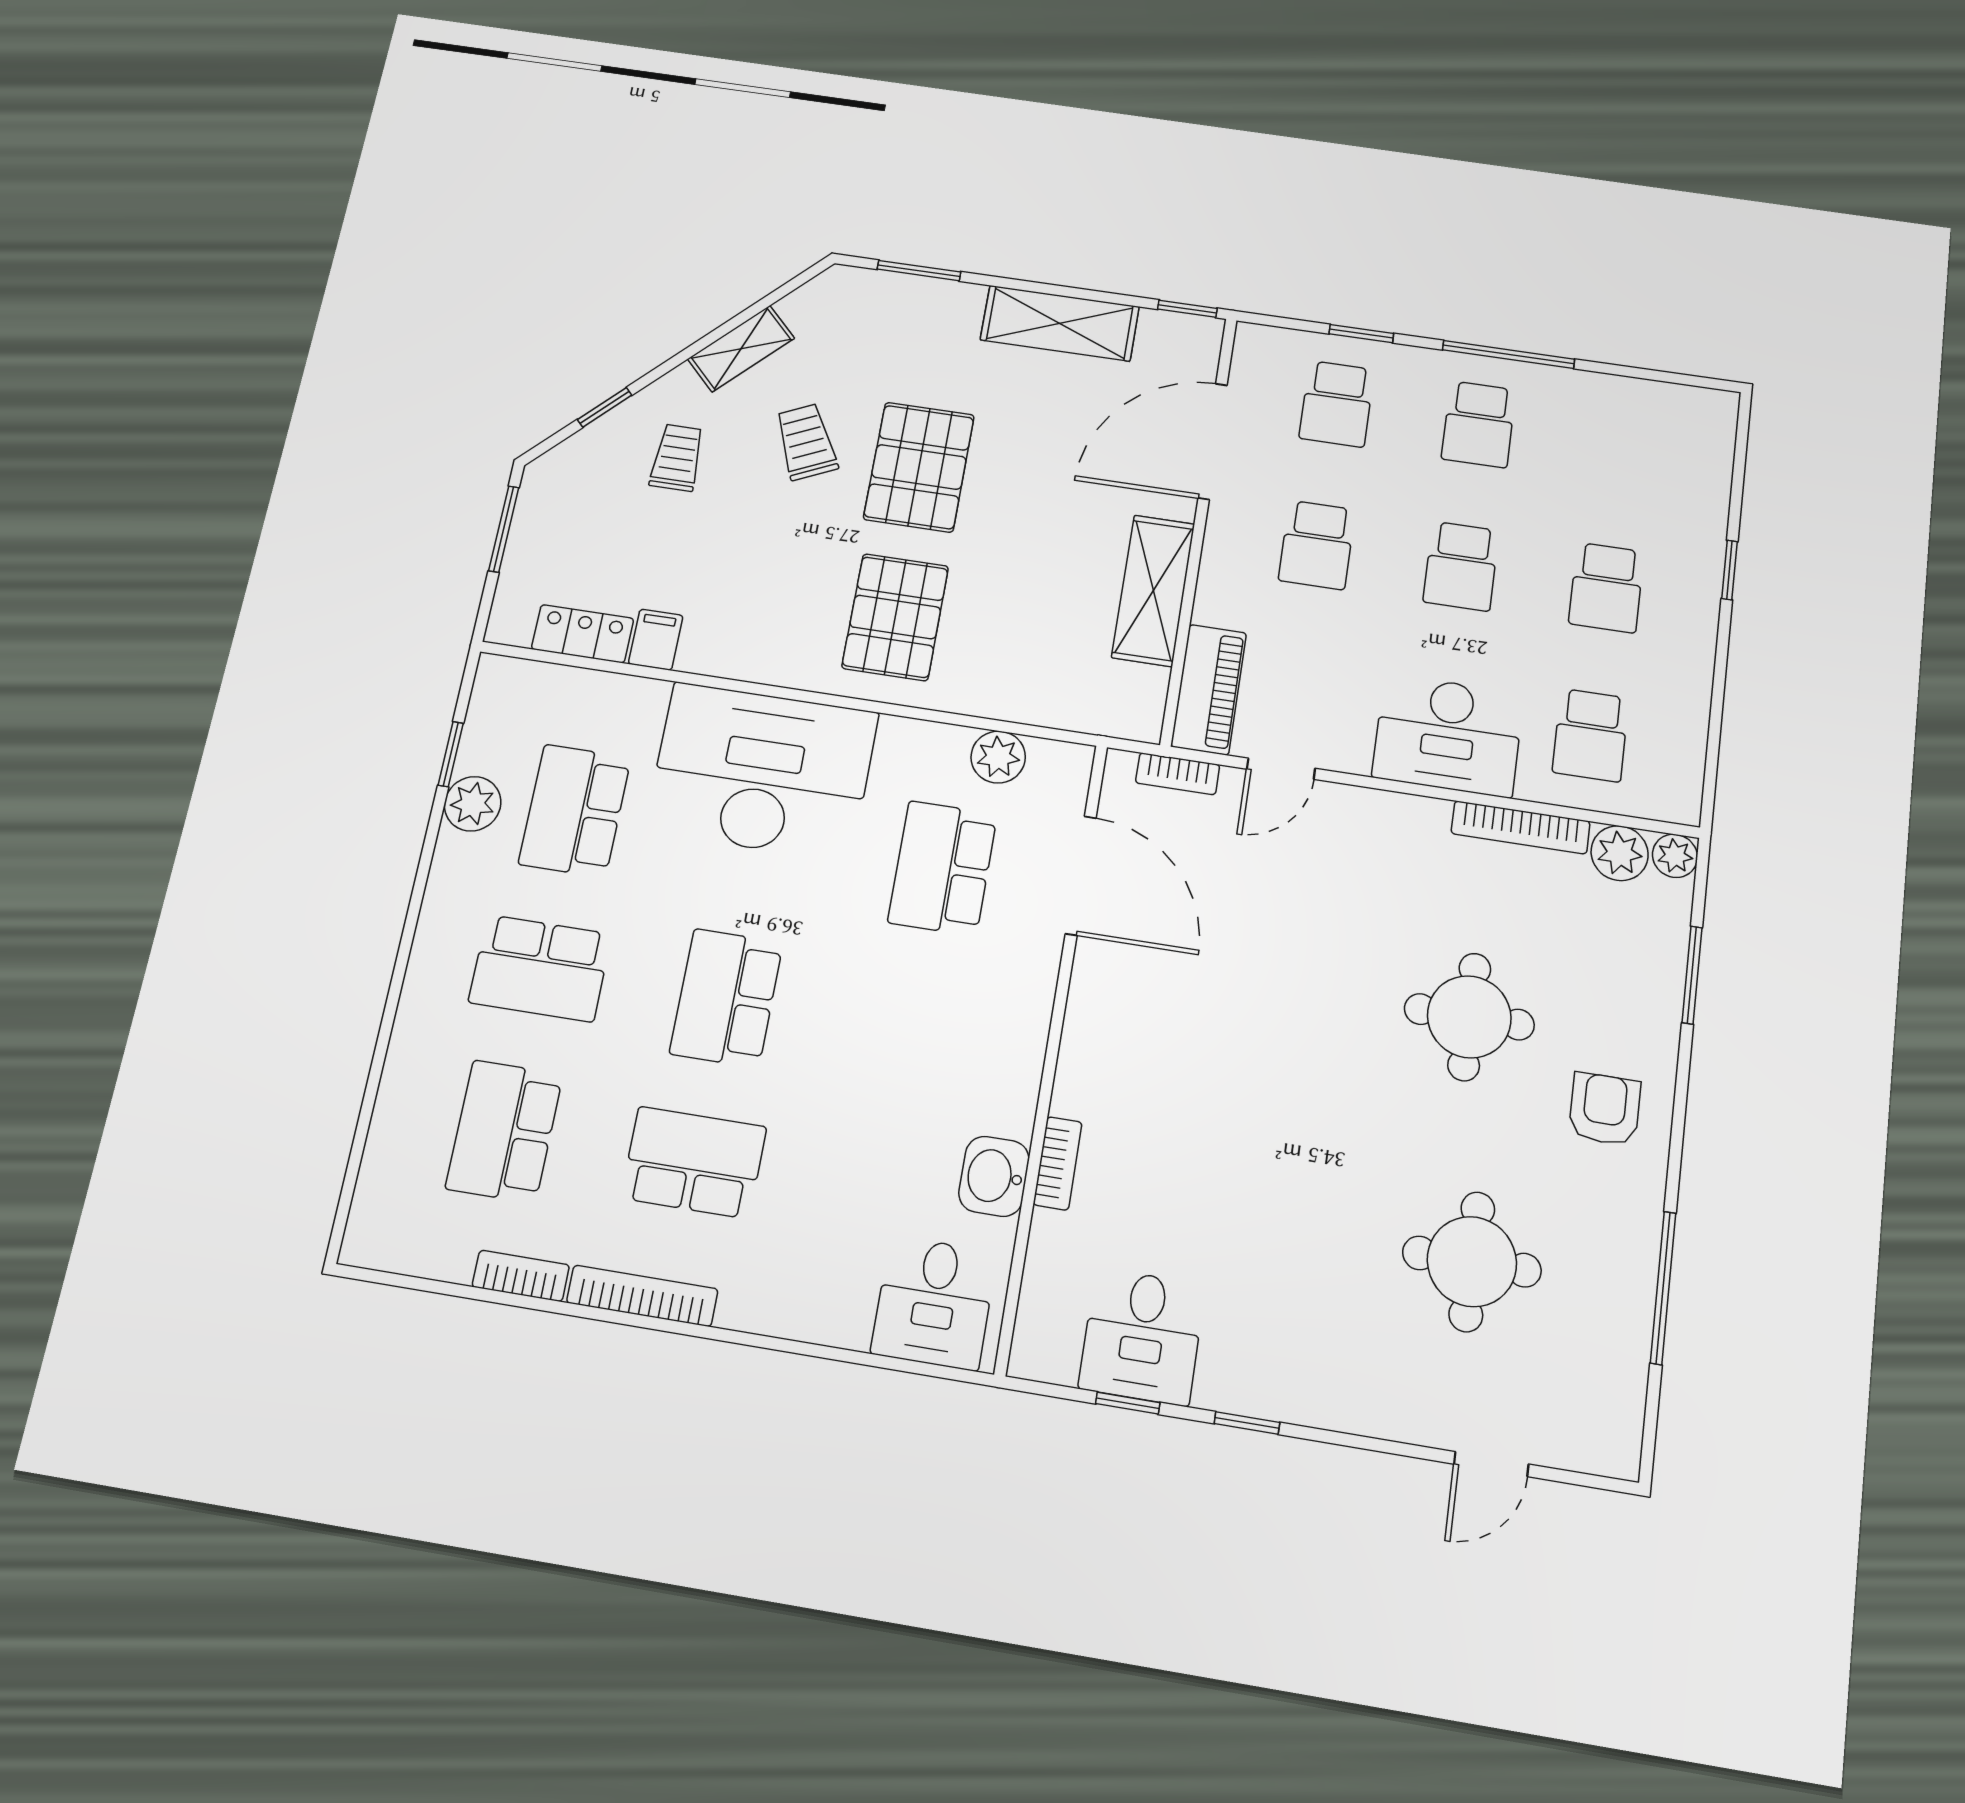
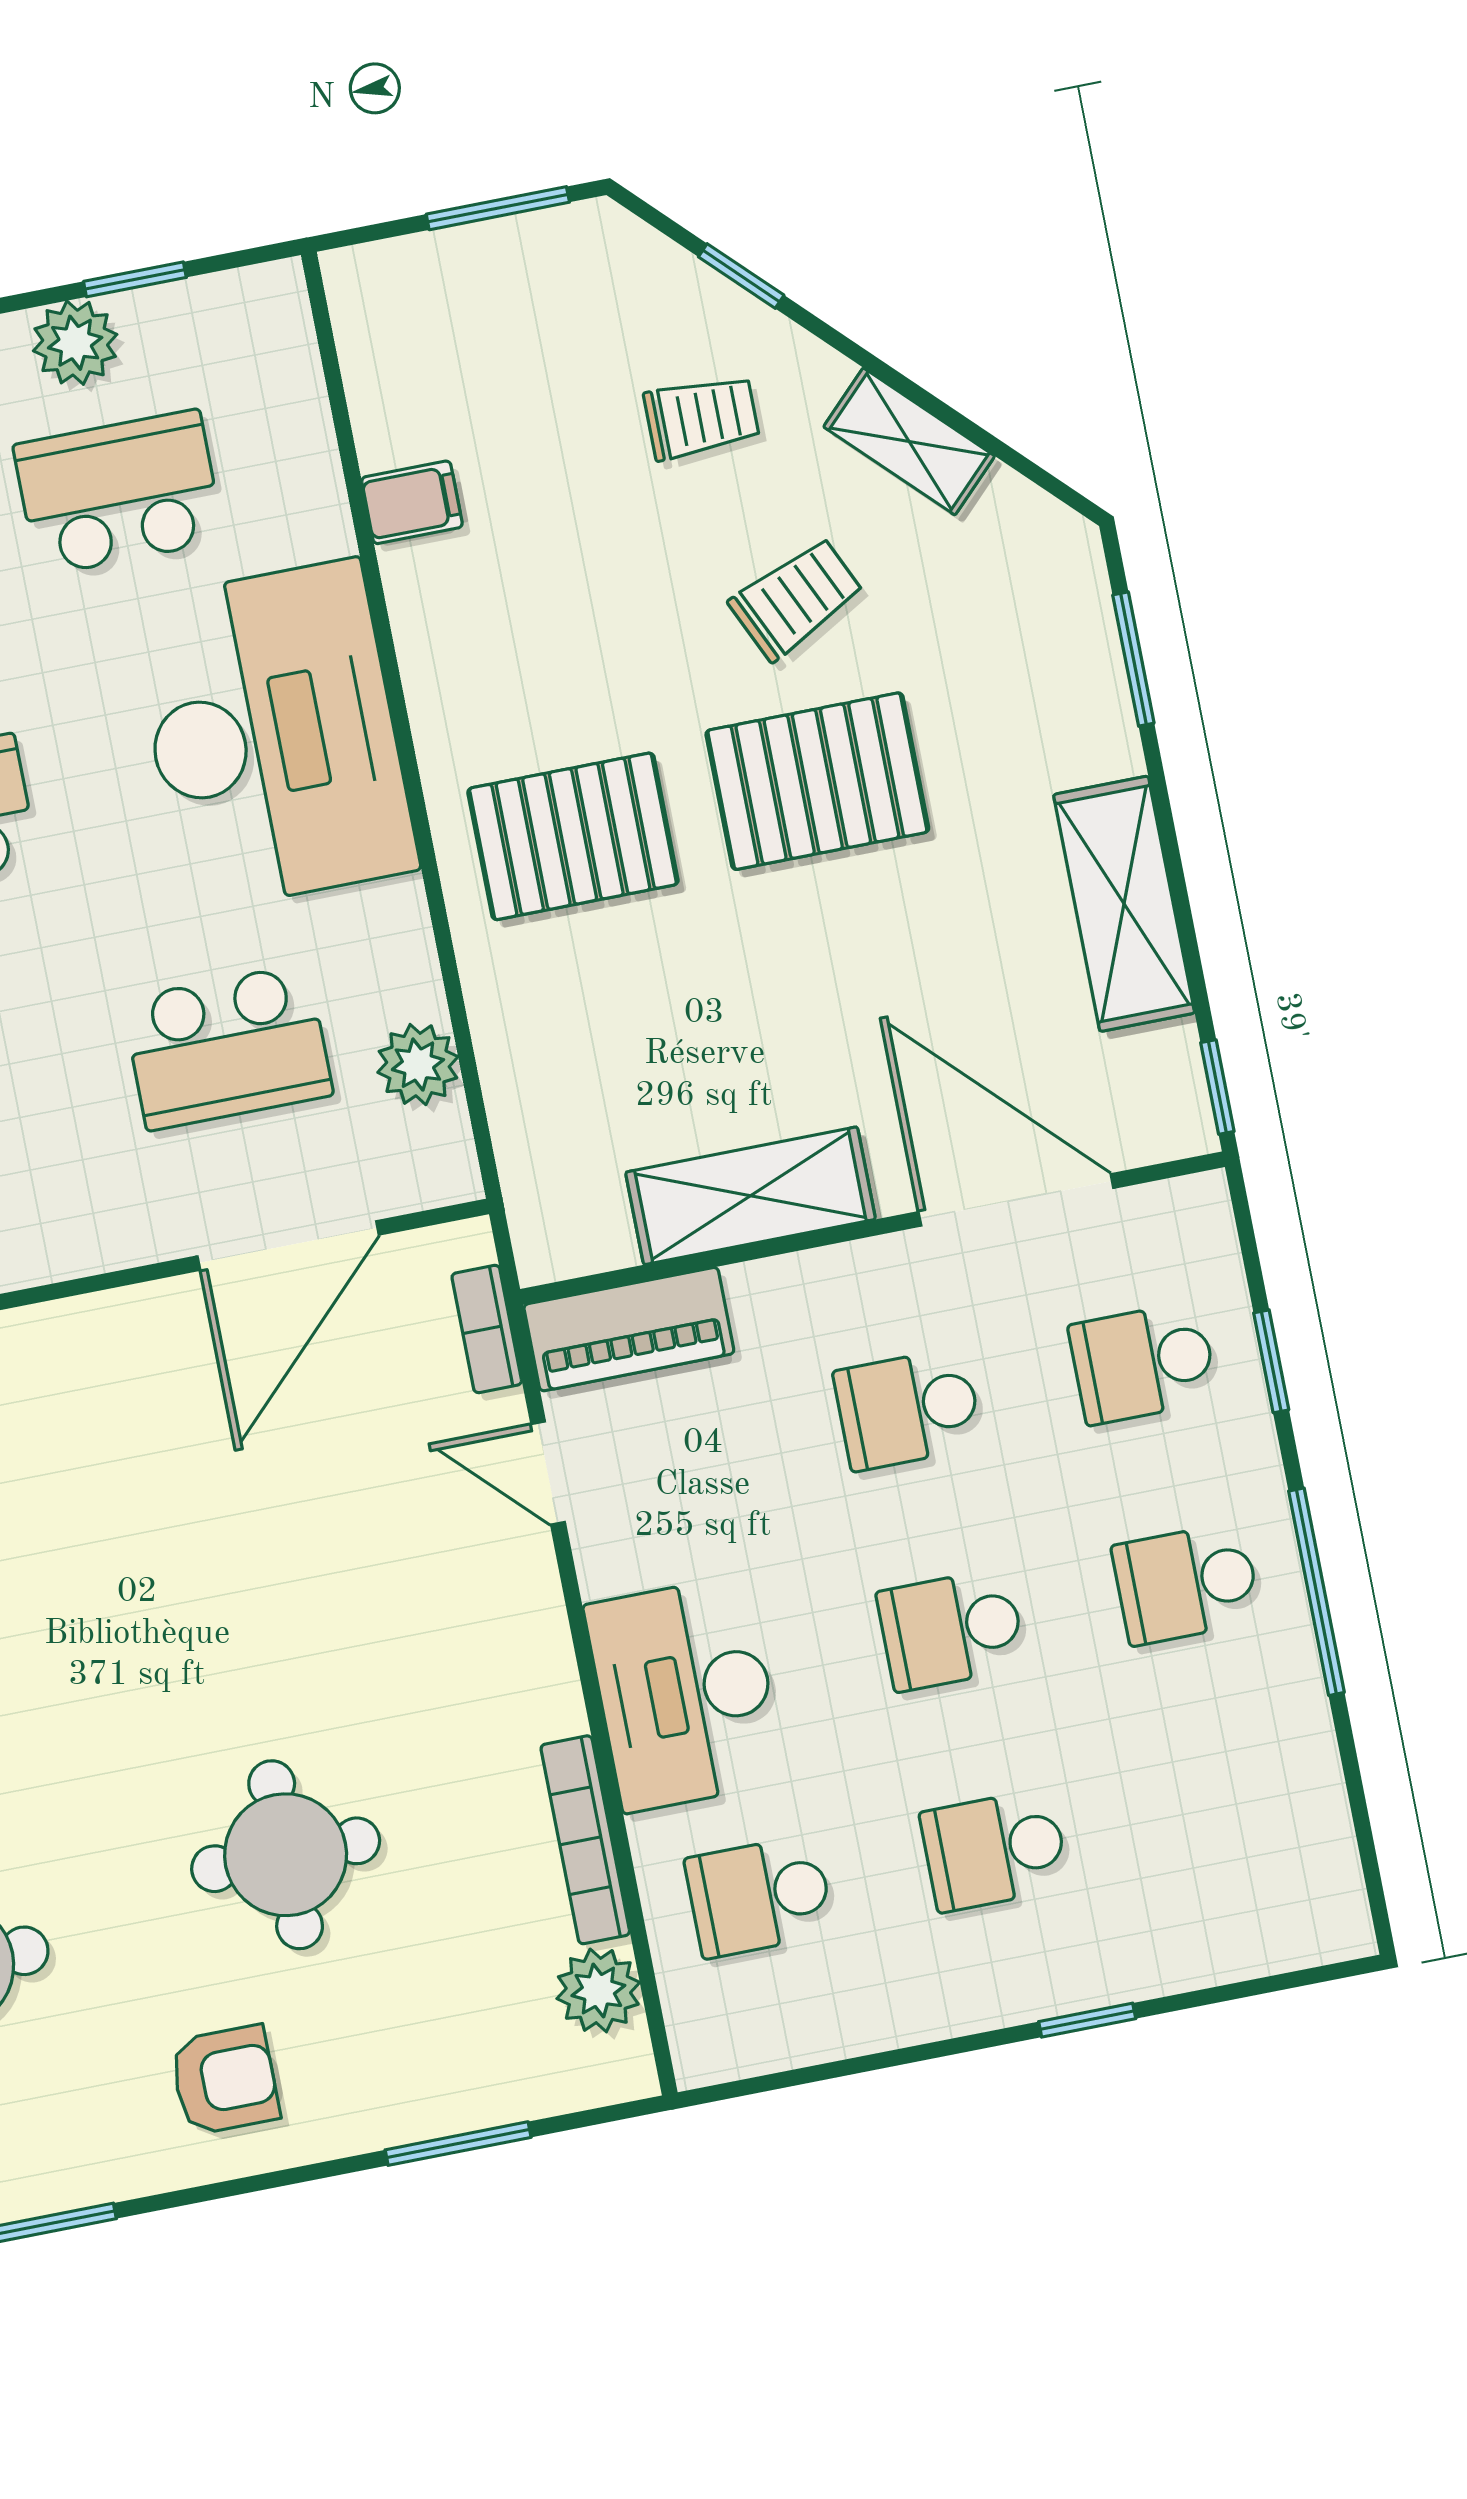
locker: (583, 634) -> (382, 392), removed
plant: (1675, 856) -> (623, 2069), removed
school desk: (943, 868) -> (227, 1047), turned 180

